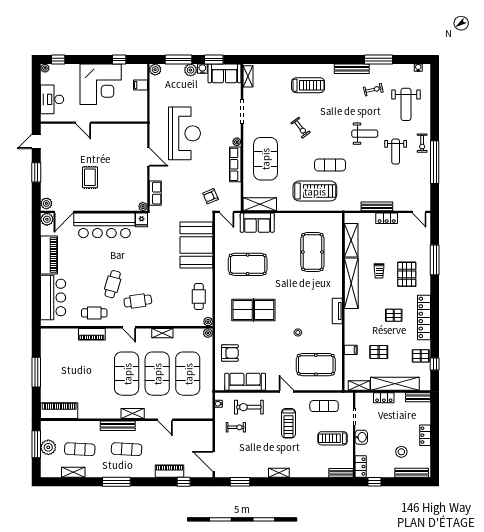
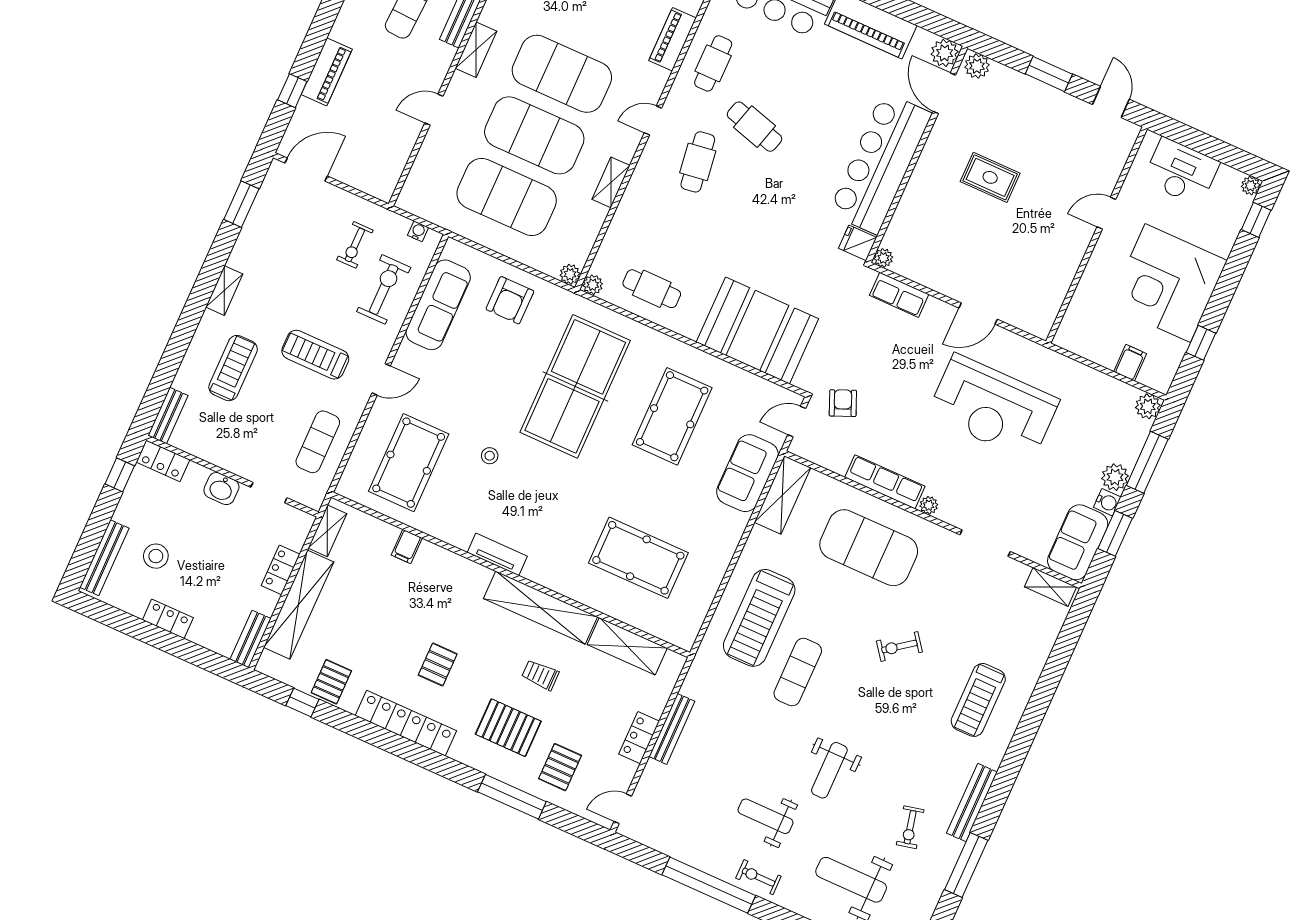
table tennis table: (253, 310) -> (575, 386), width x1.36, depth x1.32
pallet: (379, 352) -> (560, 767), moved
treadmill: (333, 438) -> (233, 368), moved

